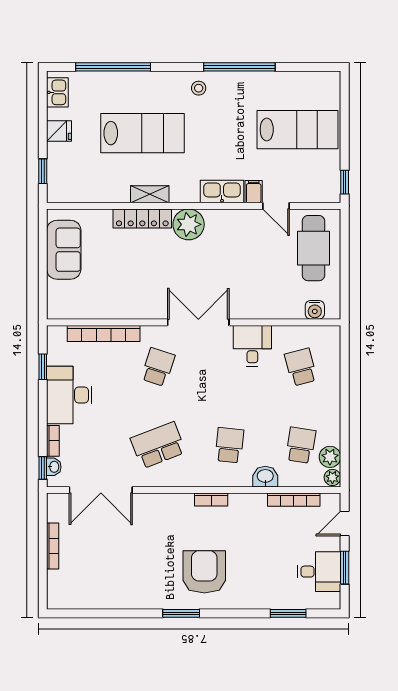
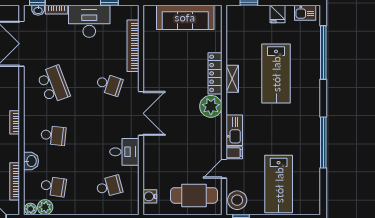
stool: (199, 88) -> (237, 200), moved, width x1.89, depth x1.89
sofa: (64, 250) -> (185, 17), width x1.36

